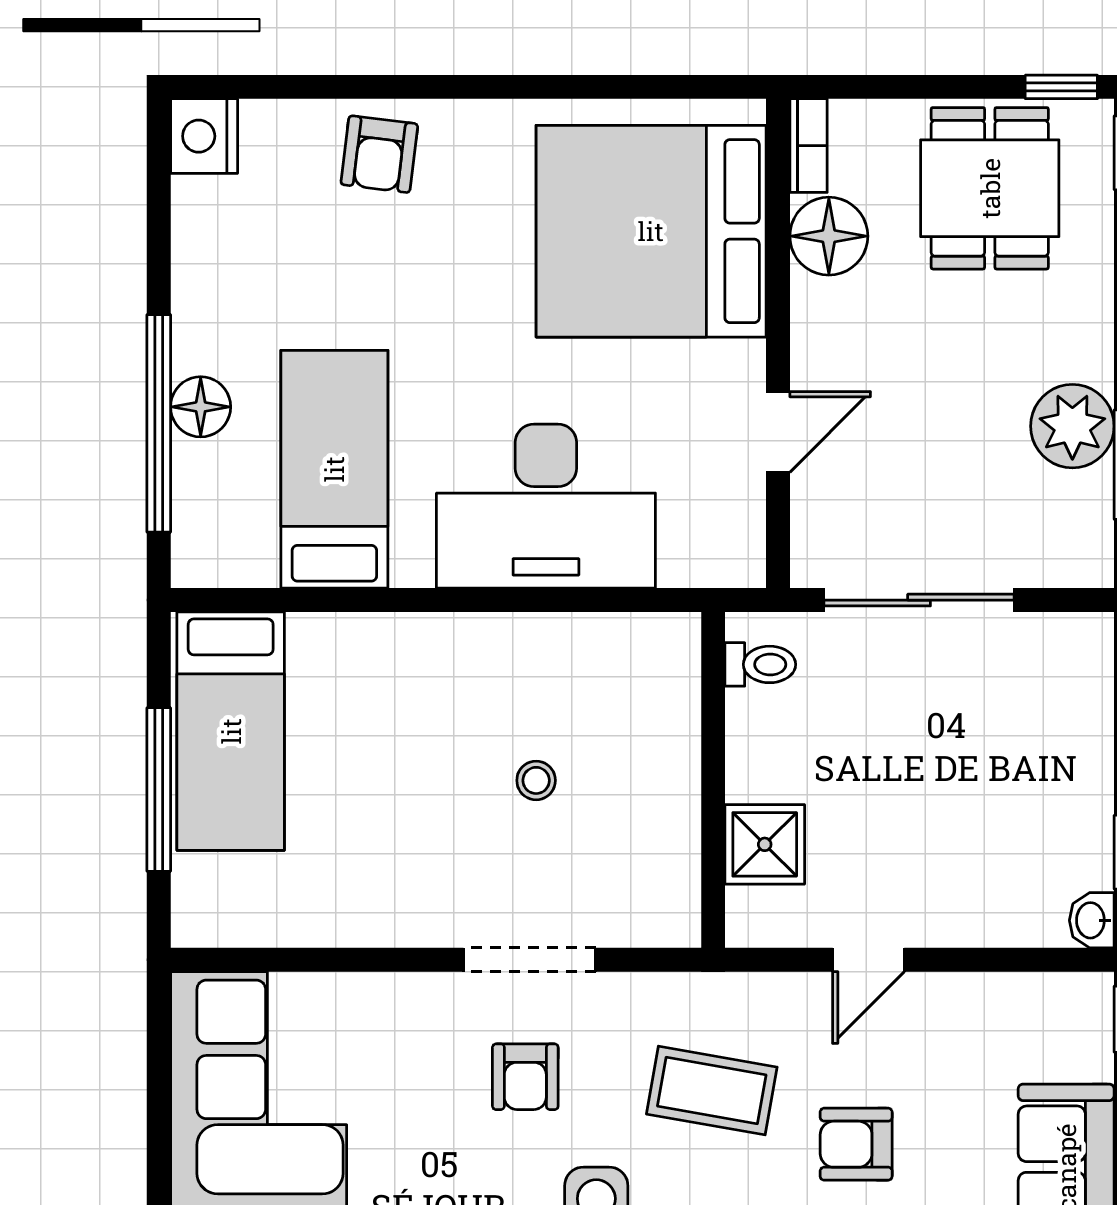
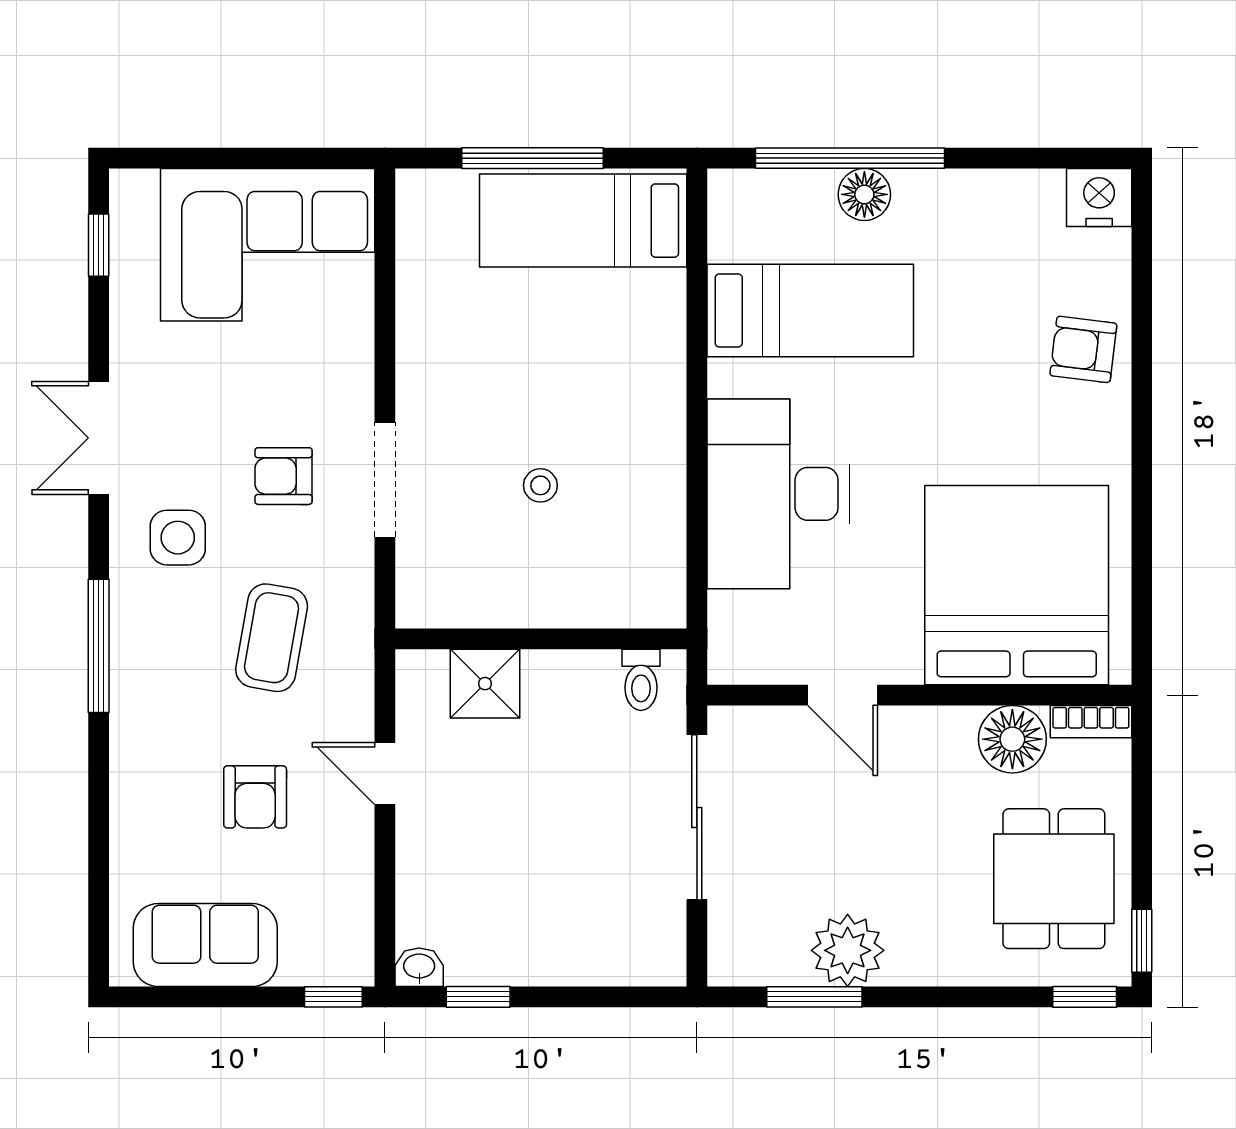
dining table: (990, 188) -> (1054, 879), turned 90
armchair: (856, 1144) -> (255, 797), moved, turned 180

